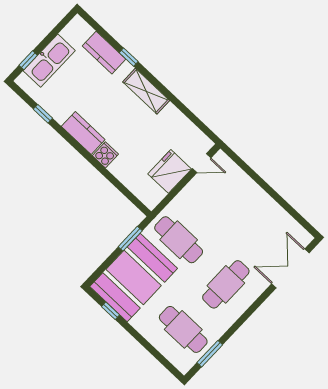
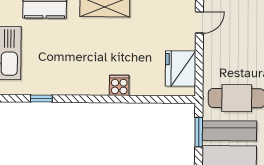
kitchen counter: (83, 133) -> (86, 84), removed
fridge: (170, 171) -> (181, 68), moved

